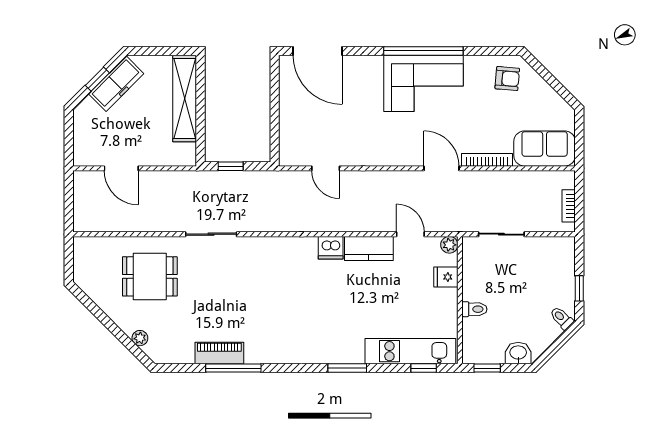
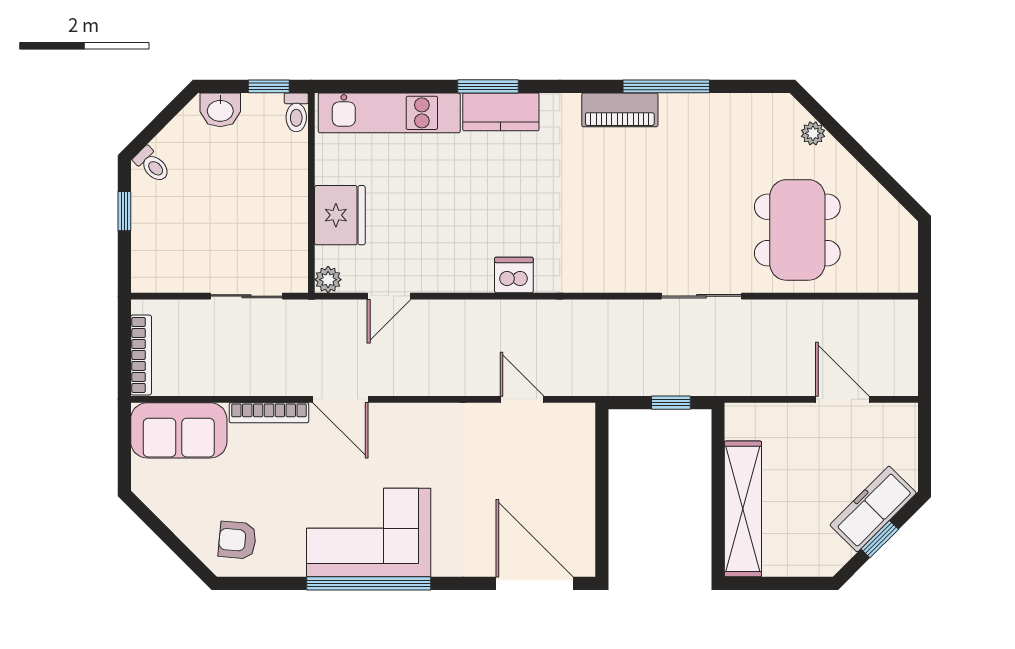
freezer: (116, 84) -> (873, 509), moved
bookcase: (569, 206) -> (141, 355), width x1.56
door: (410, 234) -> (389, 296), hinge flipped
kitchen counter: (369, 248) -> (501, 112), moved, turned 180
dining table: (150, 276) -> (797, 230), width x1.38
fridge: (446, 277) -> (340, 215), width x1.88, depth x1.34
toilet: (474, 309) -> (296, 112), moved, turned -90
piano: (219, 353) -> (620, 110), moved
window: (424, 368) -> (368, 86), removed

